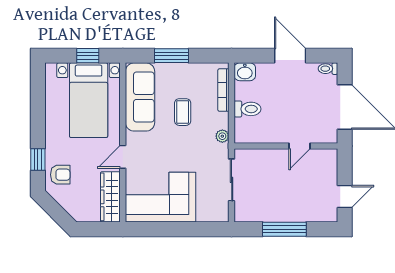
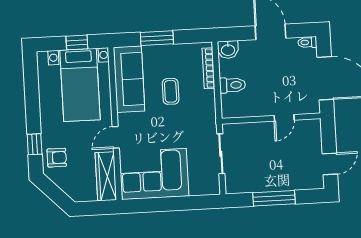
plant: (222, 136) -> (210, 112), removed

